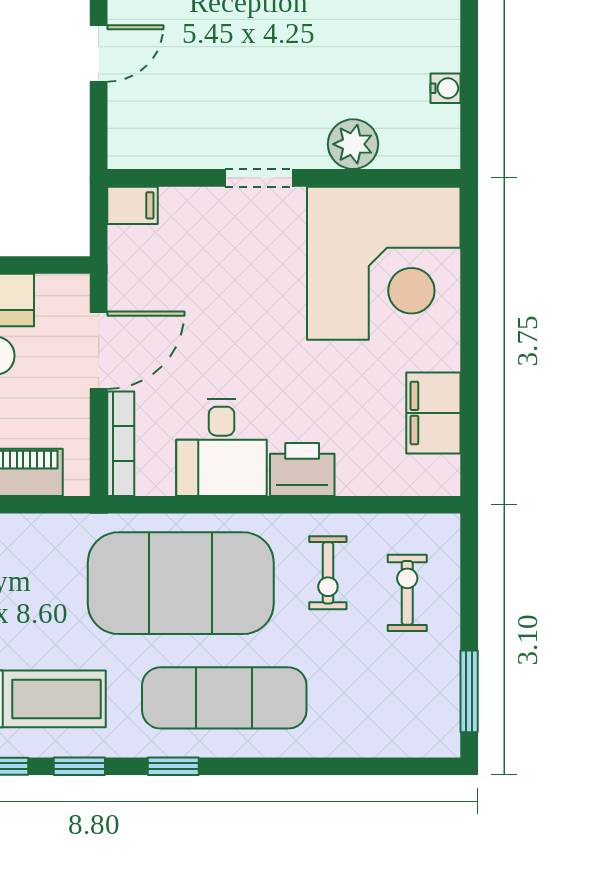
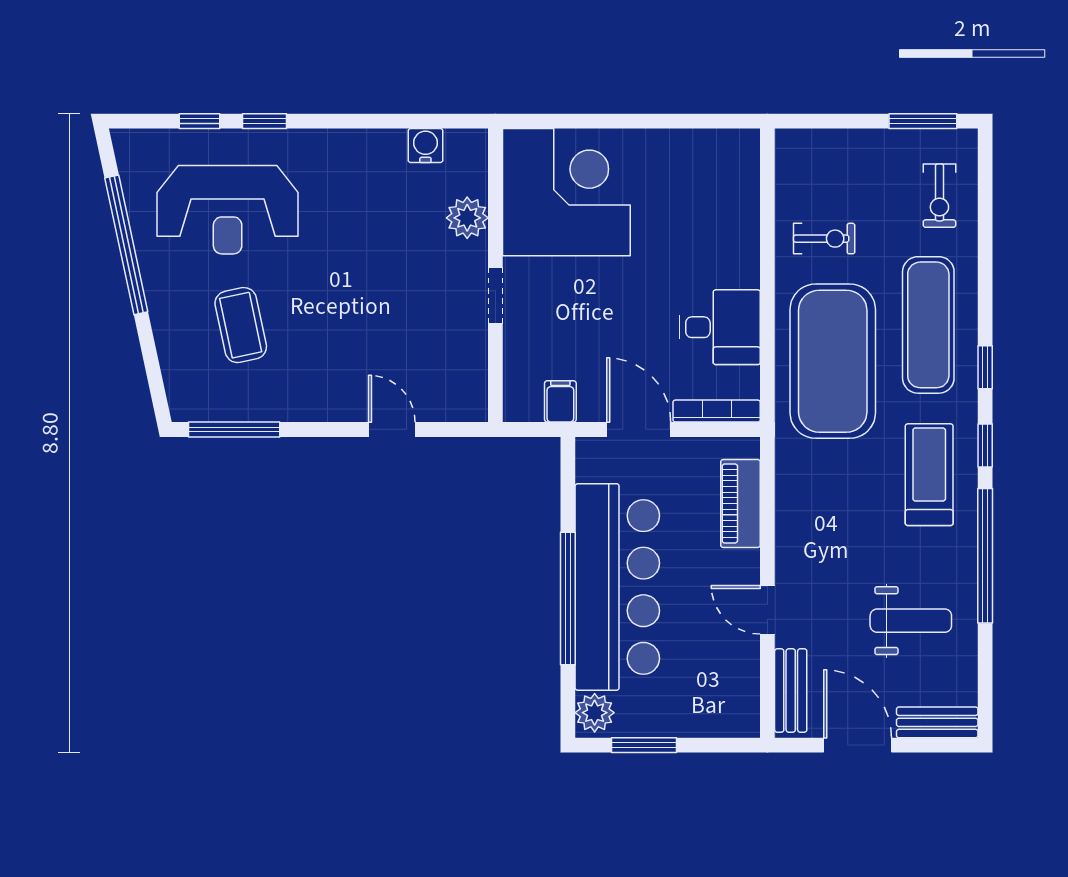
water cooler: (445, 88) -> (425, 146), width x1.38, depth x1.38
filing cabinet: (132, 205) -> (560, 401), moved
filing cabinet: (433, 413) -> (691, 151), removed
printer: (302, 469) -> (738, 260), removed
exercise bike: (407, 593) -> (939, 196), moved, turned -90

